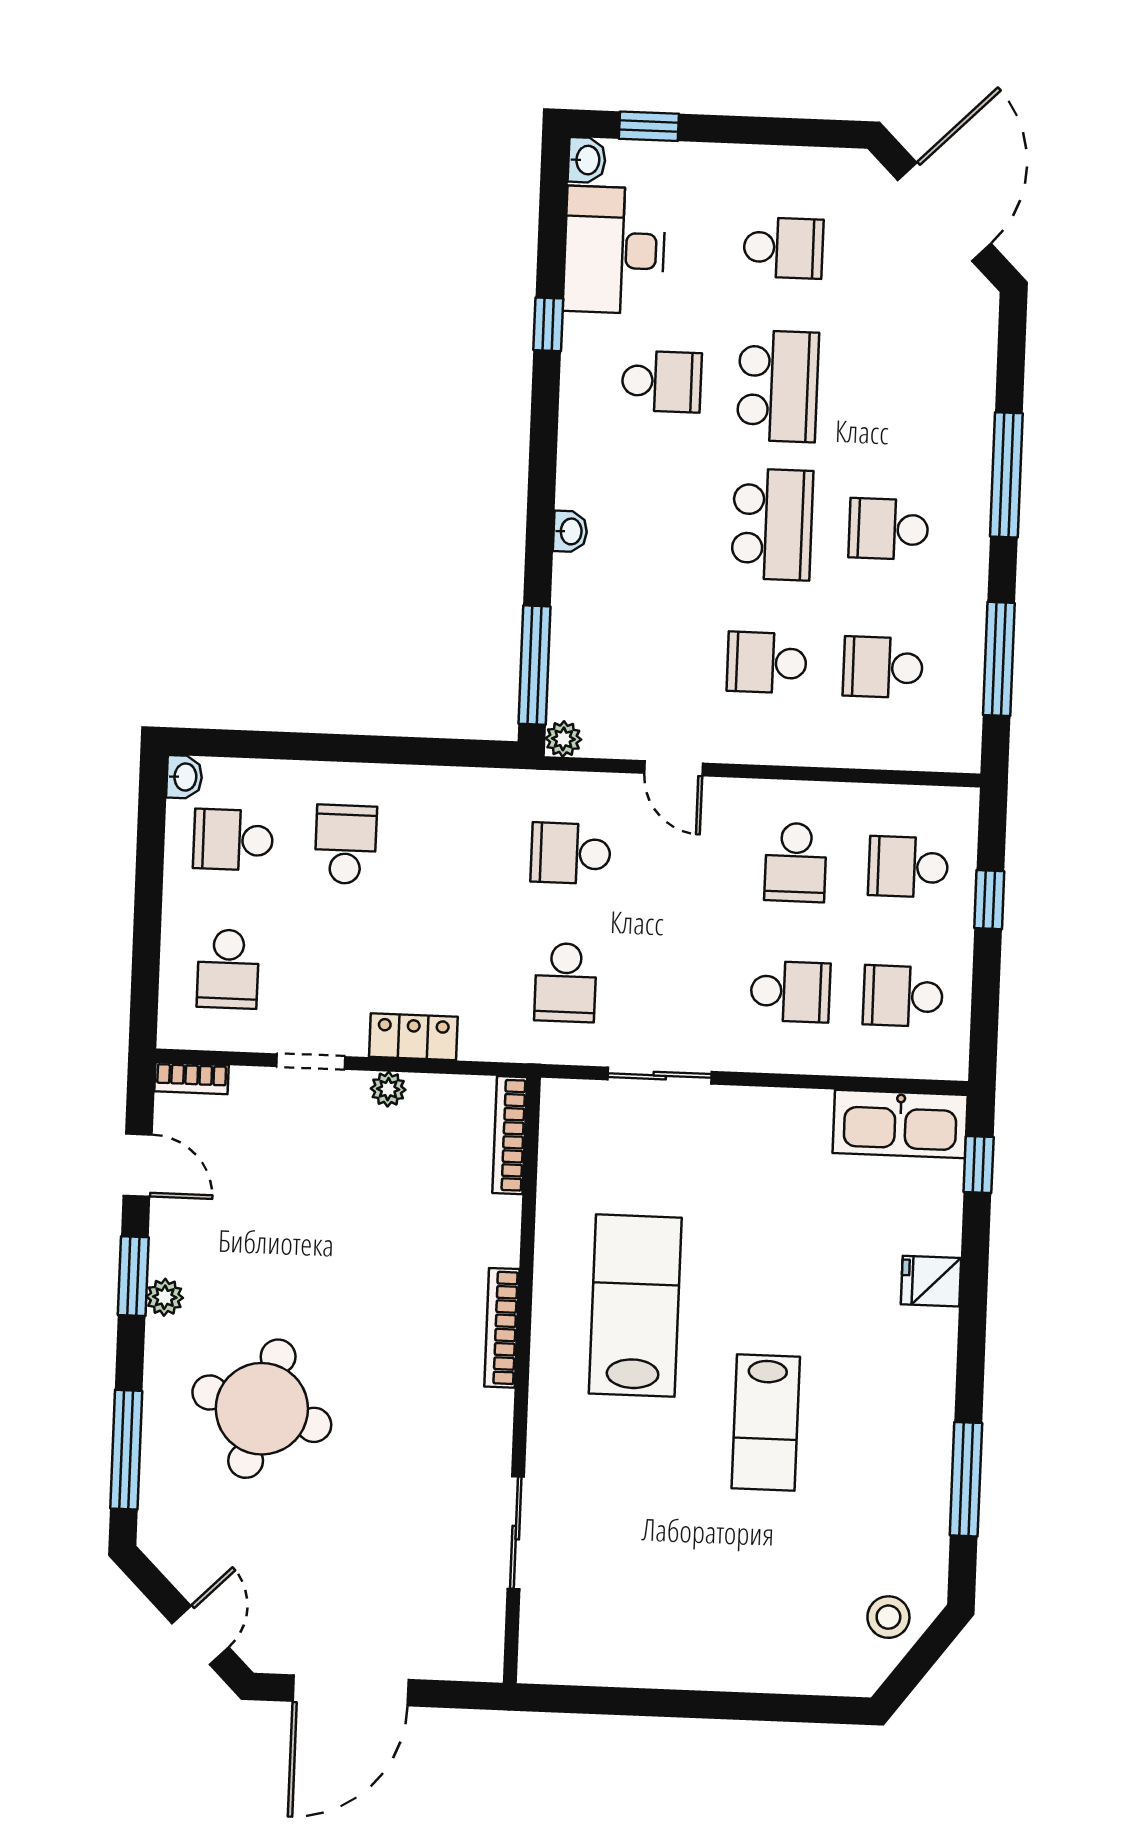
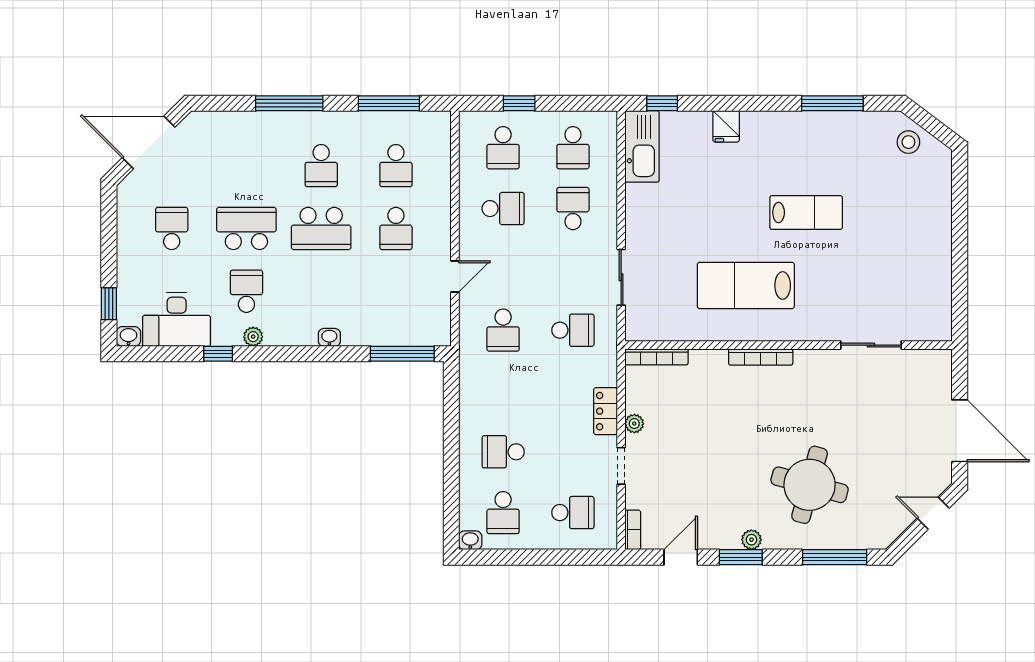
school desk: (772, 524) -> (321, 228), turned 180
plant: (563, 739) -> (253, 337), moved

